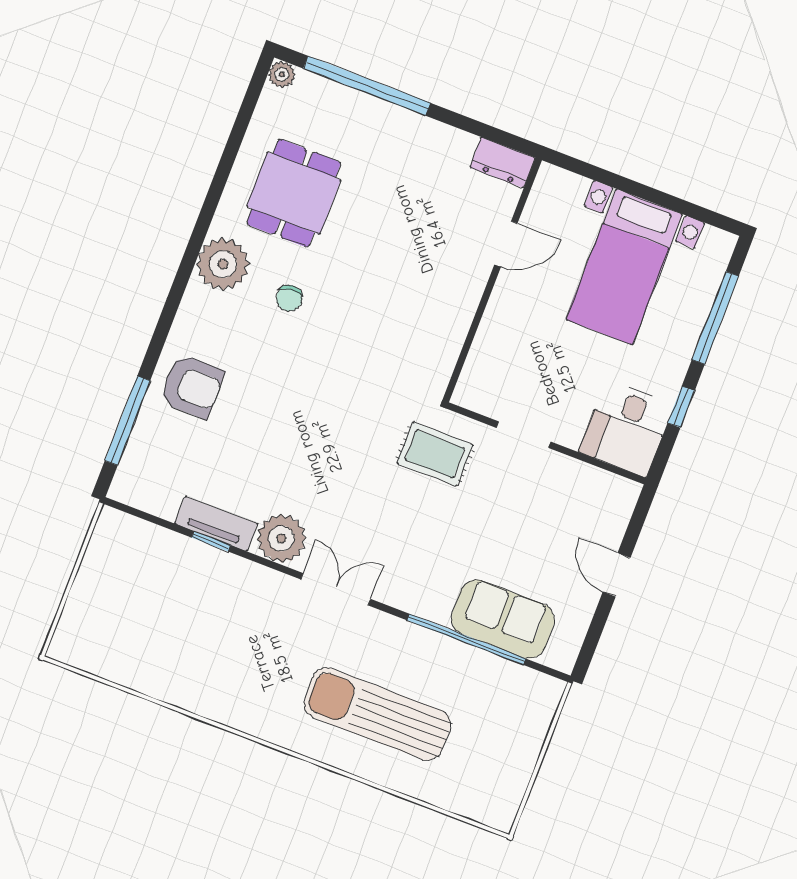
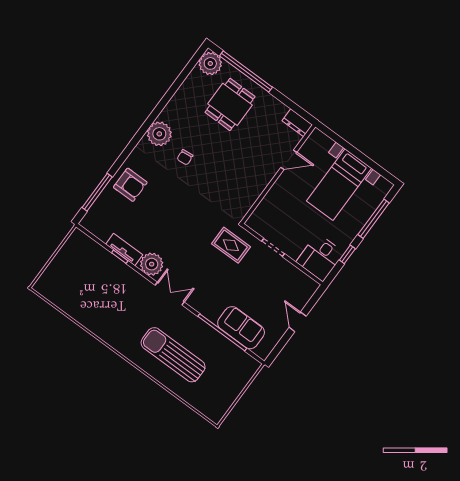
plant: (282, 74) -> (210, 63), width x1.87, depth x1.87
dining table: (294, 193) -> (230, 104), moved

